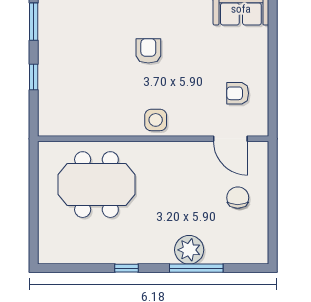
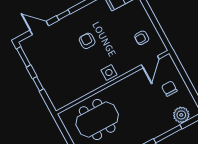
door: (230, 139) -> (150, 62), hinge flipped
plant: (189, 250) -> (181, 115), moved

